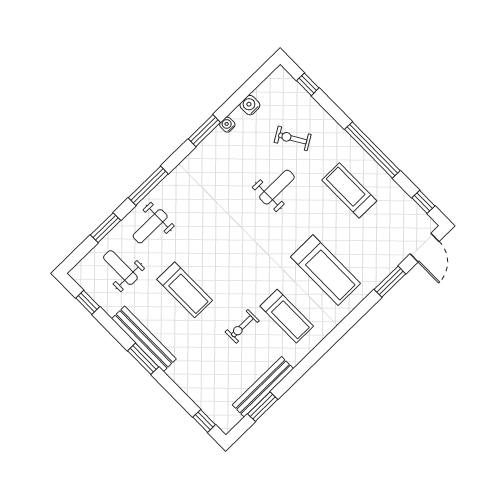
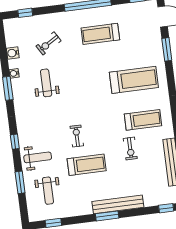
window: (148, 186) -> (15, 142), width x0.46
weight bench: (277, 187) -> (46, 83), moved
weight bench: (150, 226) -> (38, 157), turned -90
exercise bike: (210, 253) -> (77, 136), added
weight bench: (120, 268) -> (48, 191), turned -90
bench: (144, 339) -> (118, 204), moved

